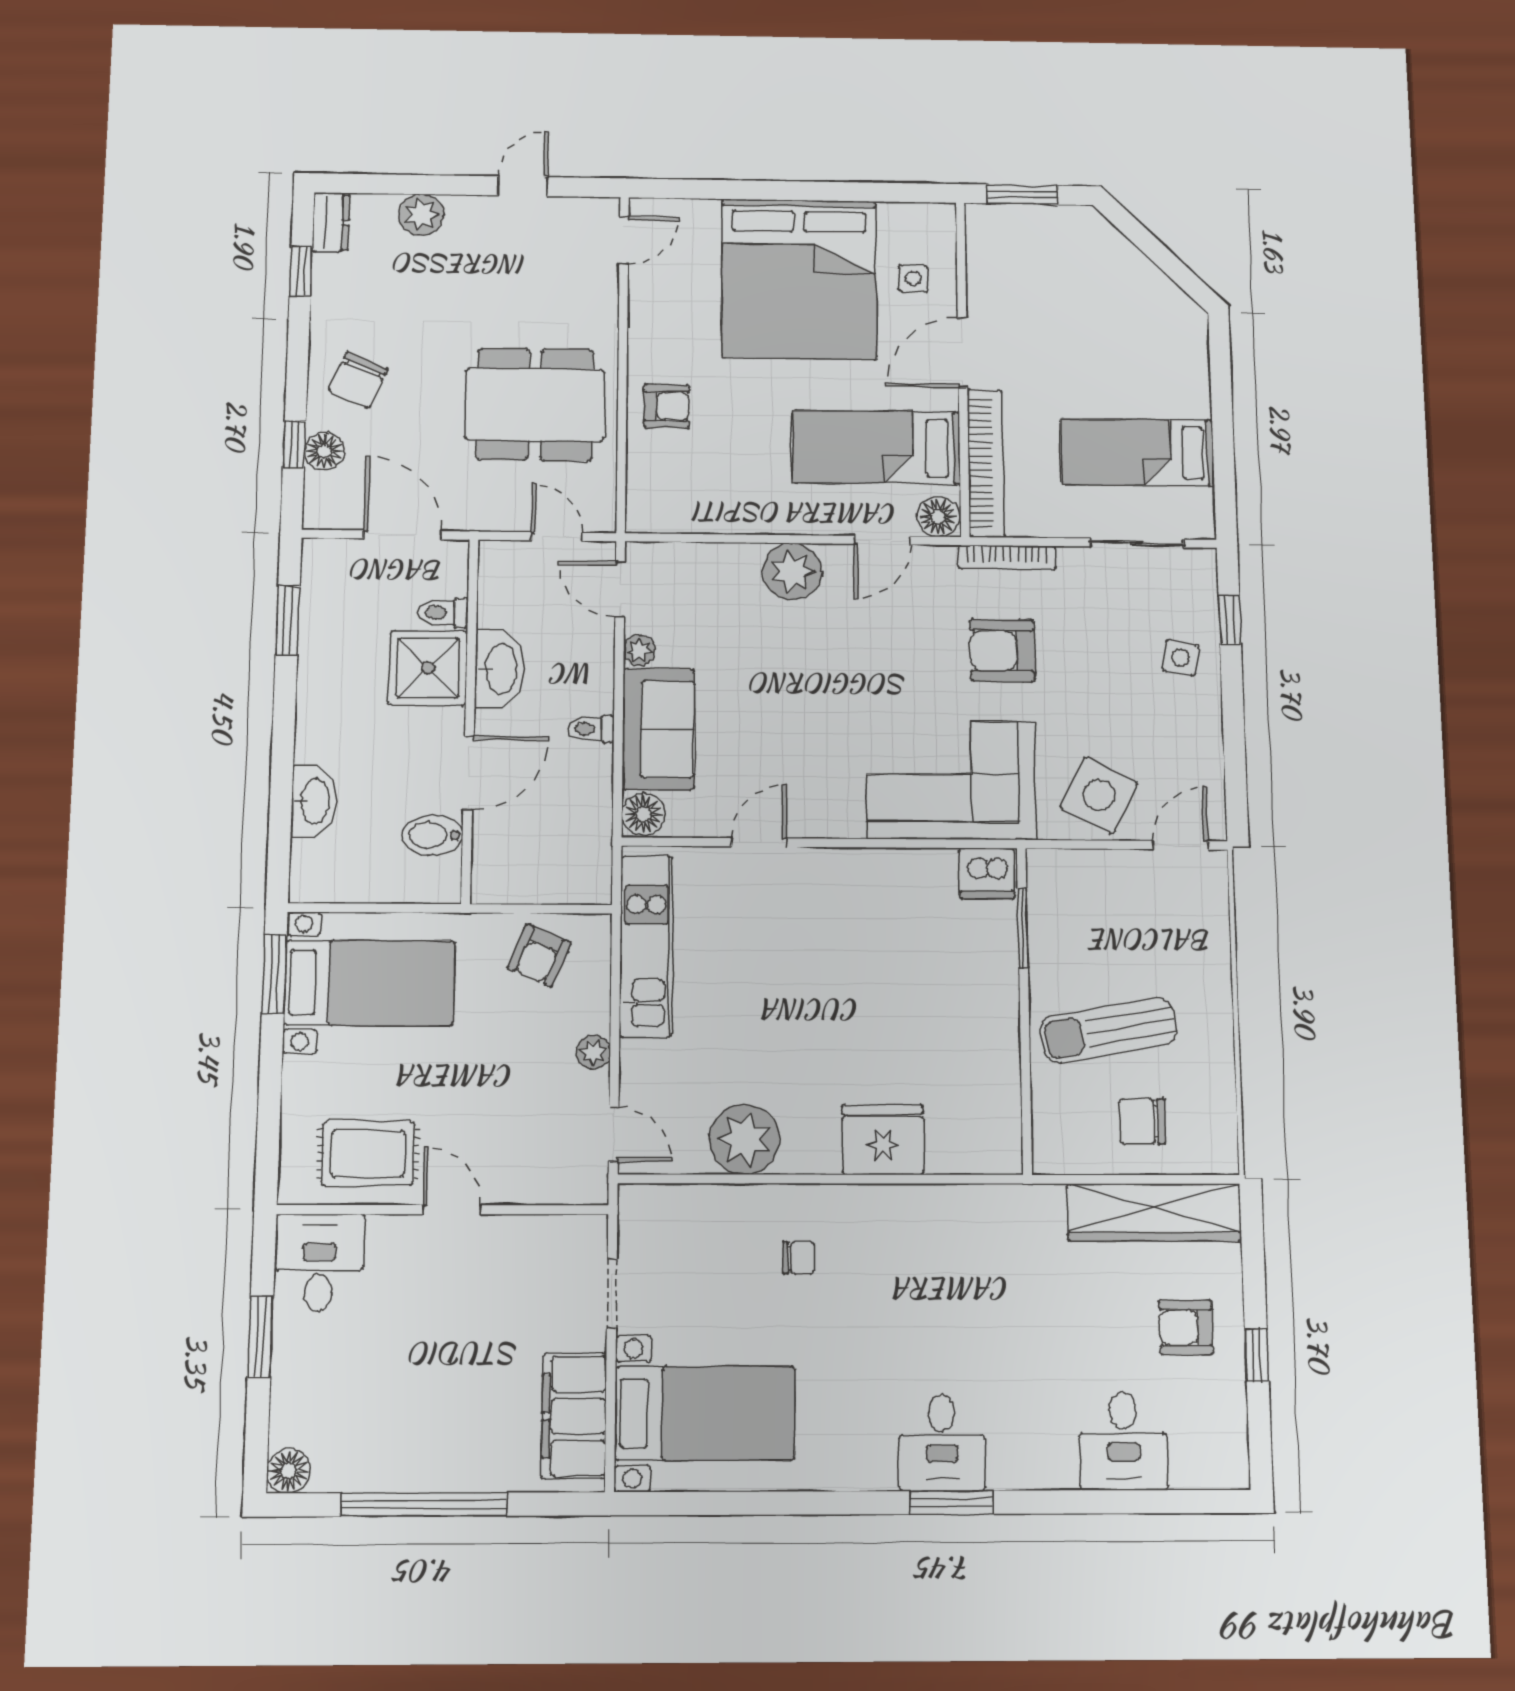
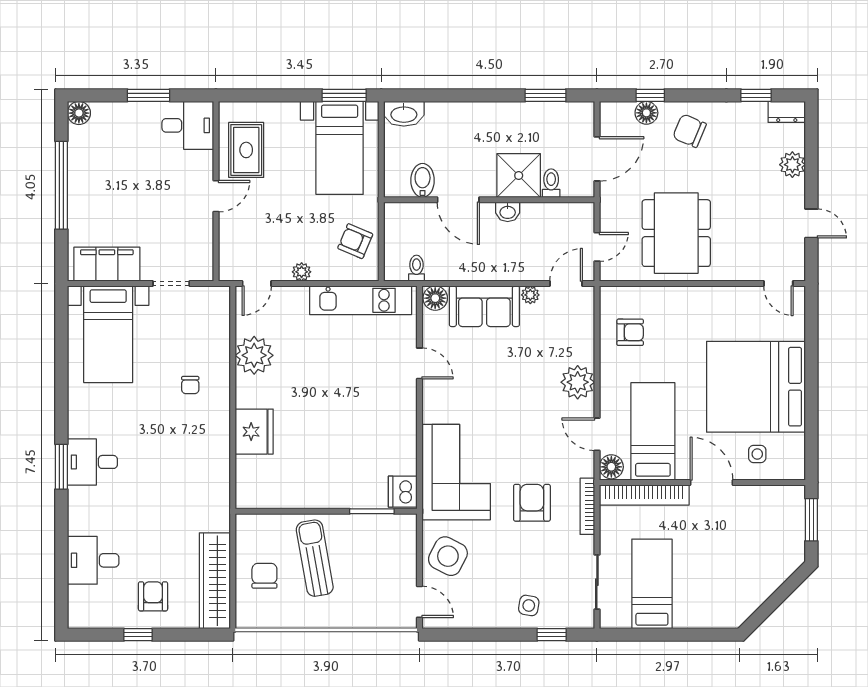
armchair: (666, 406) -> (630, 332), moved, turned -90
washbasin: (500, 669) -> (508, 212), width x0.52, depth x0.69
toilet: (591, 729) -> (416, 268), moved
washbasin: (314, 801) -> (404, 114), moved

